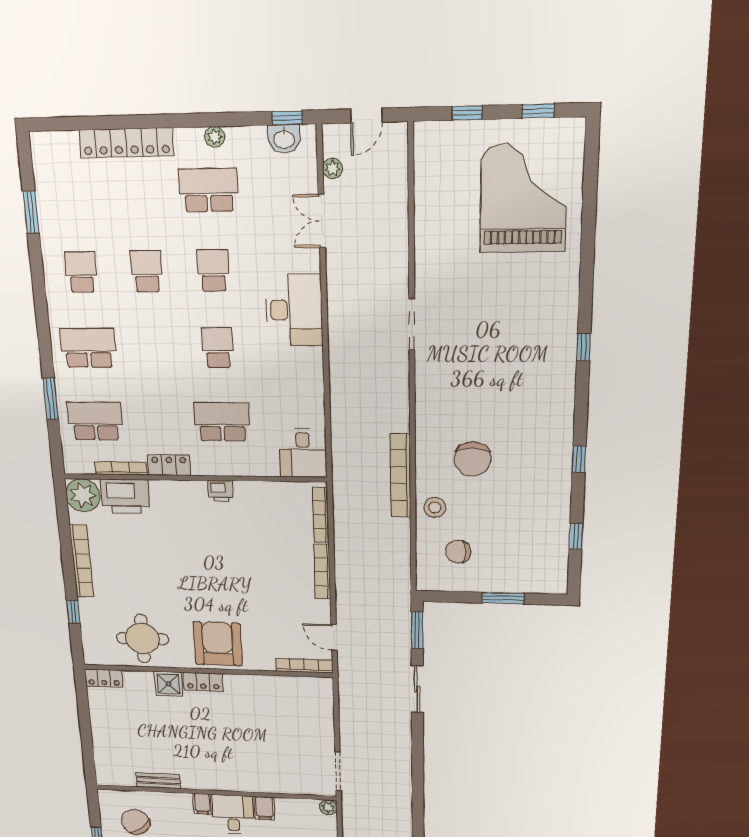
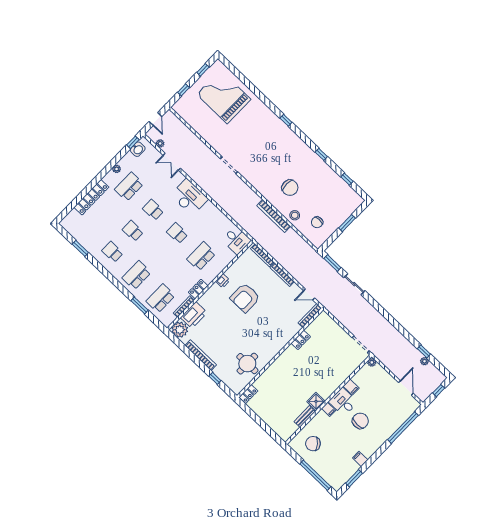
armchair: (218, 644) -> (245, 298), moved, turned -90
locker: (203, 682) -> (301, 340), moved
shower: (169, 684) -> (316, 401), moved

